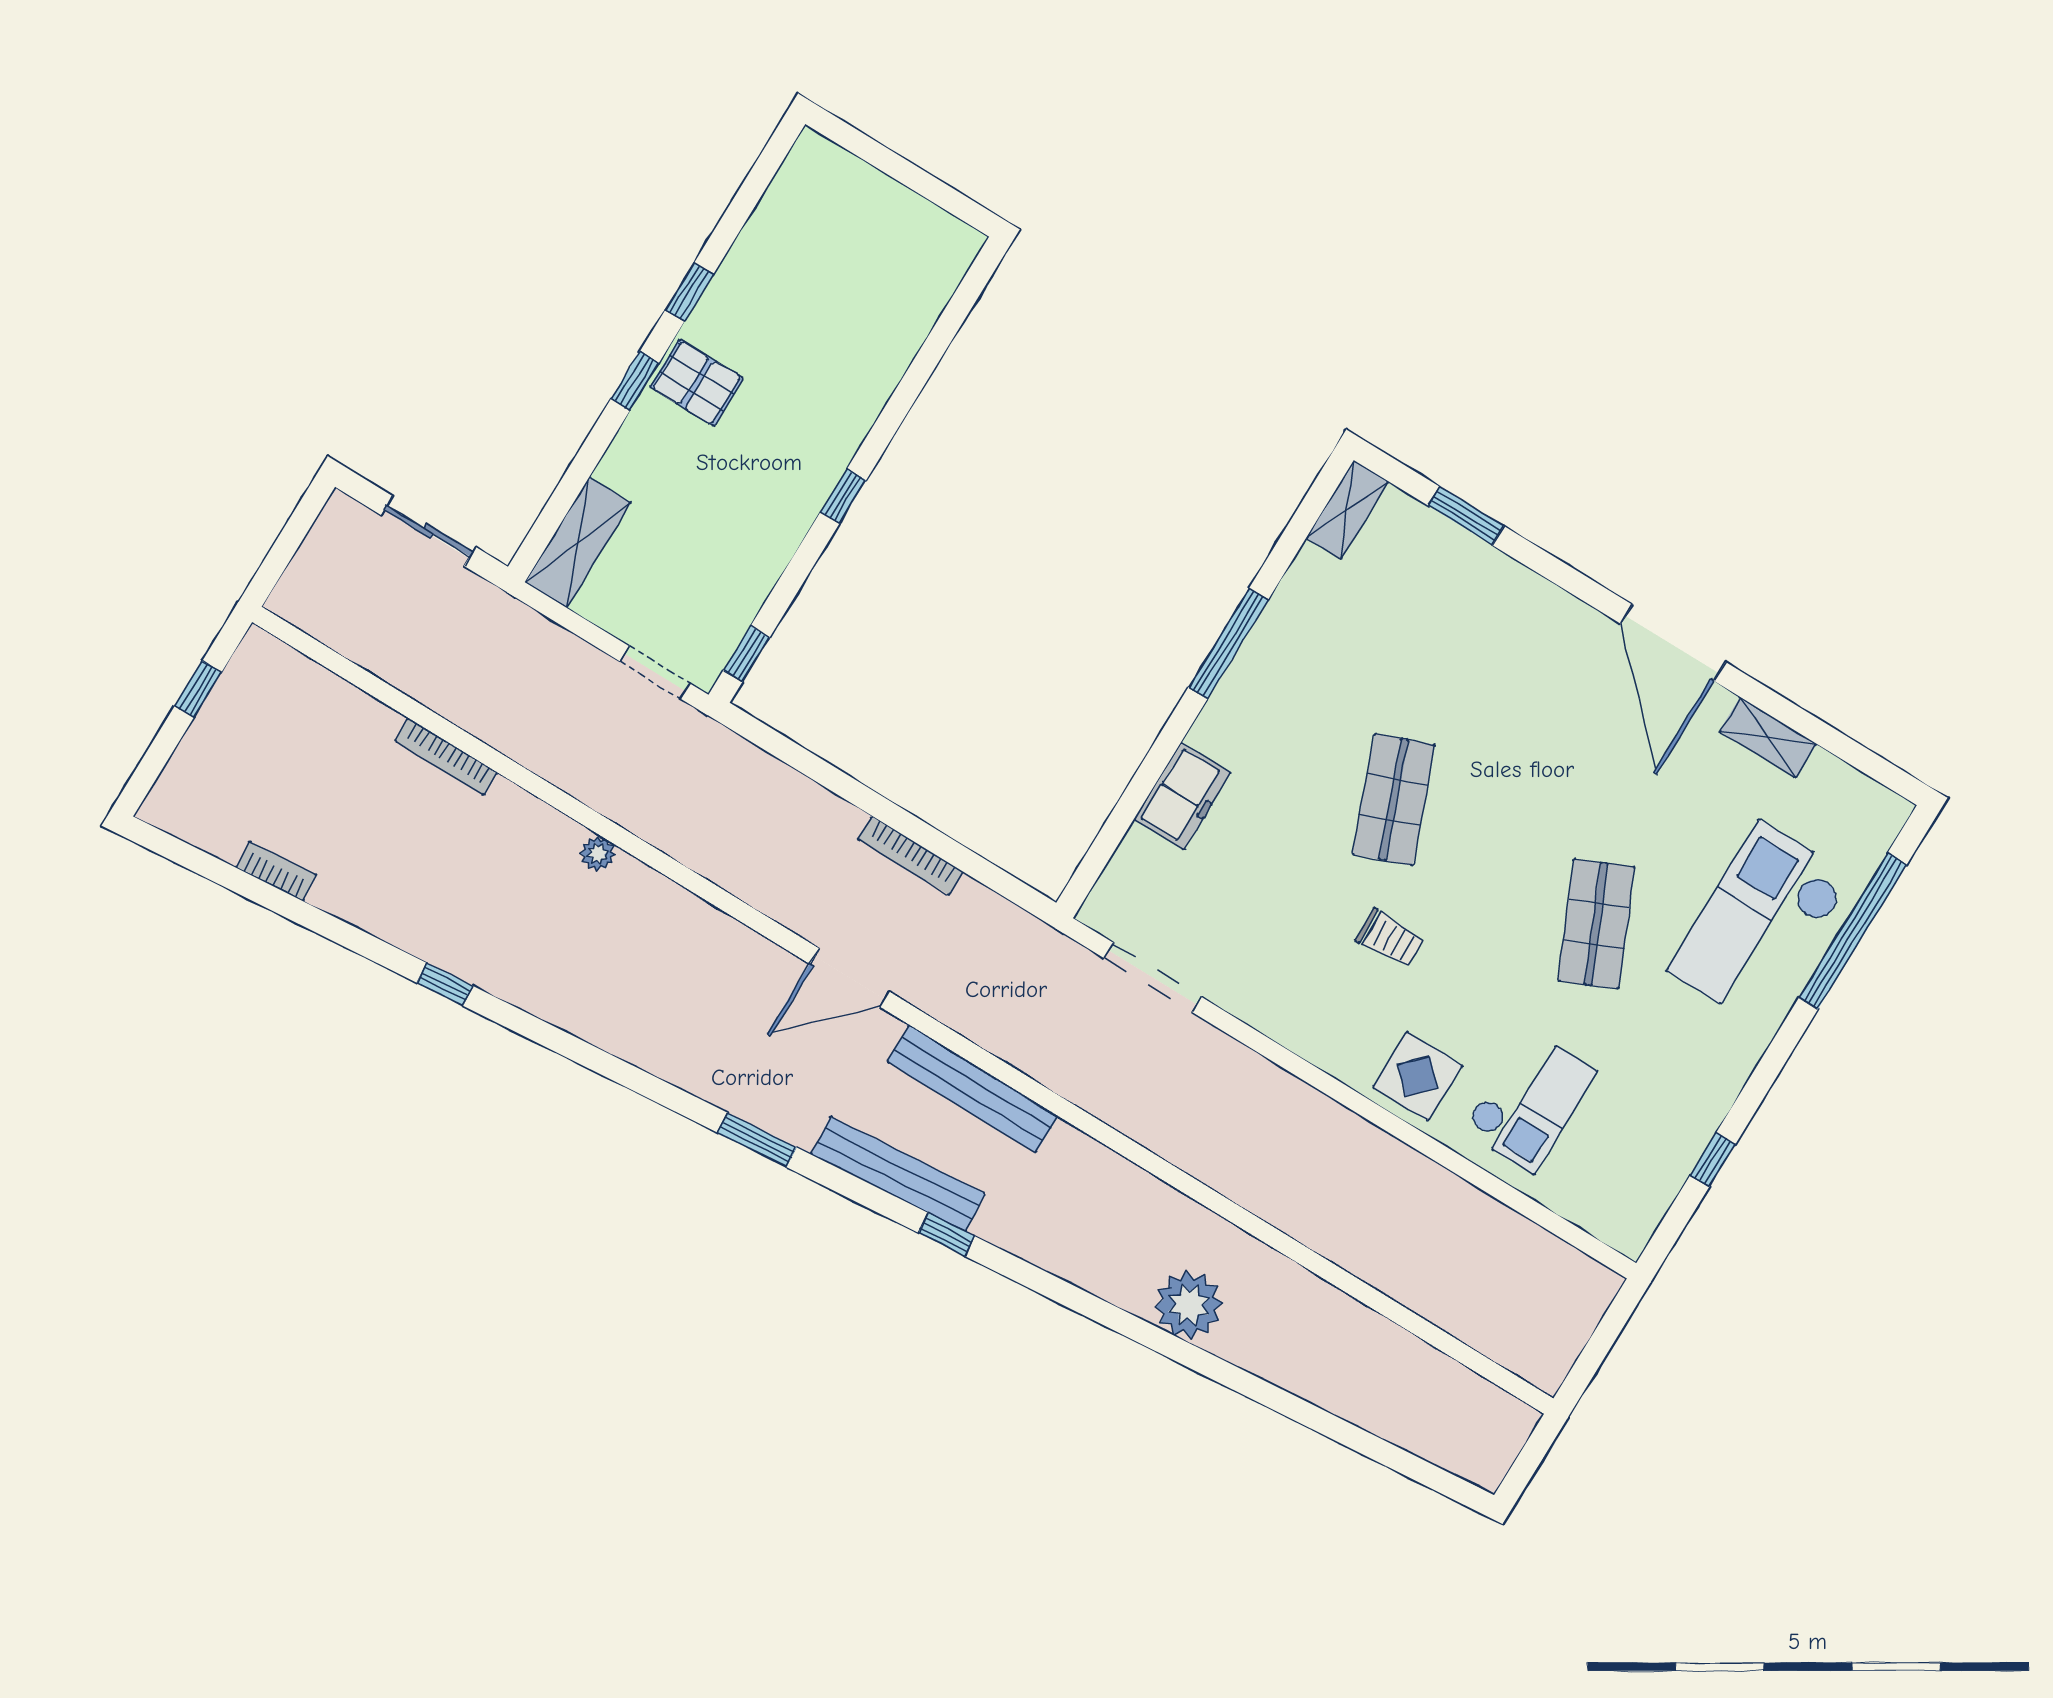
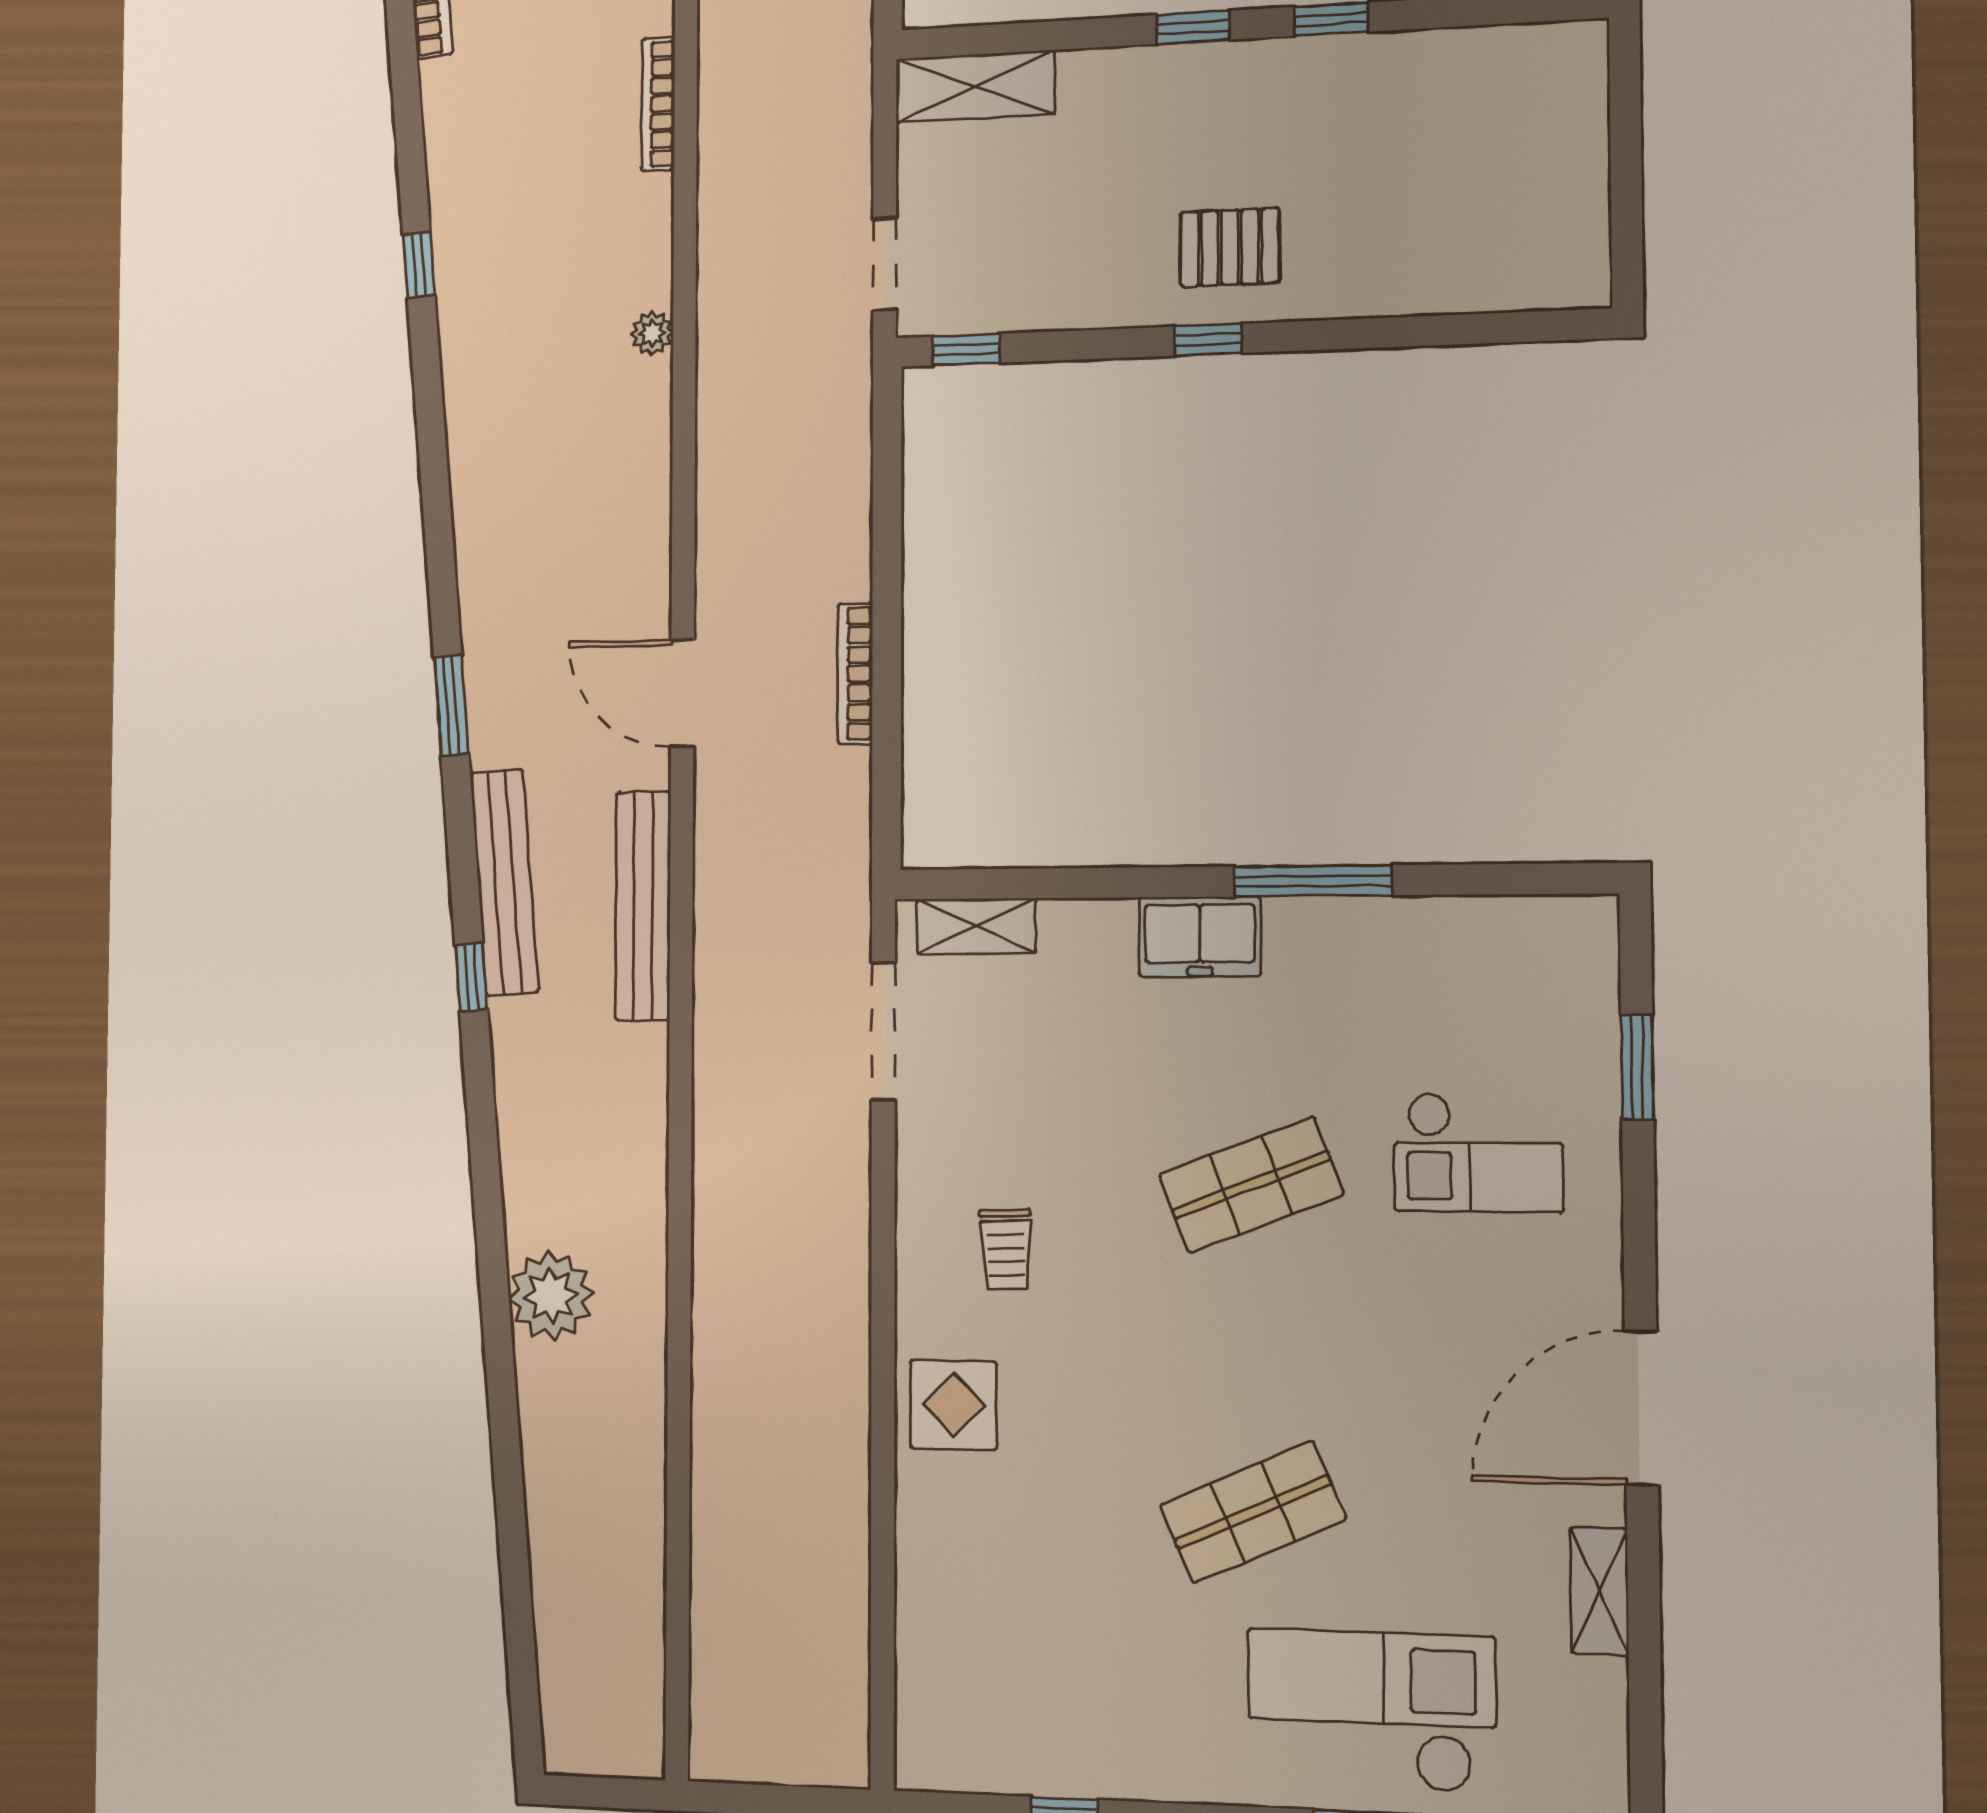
pallet: (697, 383) -> (1230, 247), moved, turned 90
shelving: (1347, 510) -> (976, 926), moved
freezer: (1182, 796) -> (1200, 937), moved
trolley: (1390, 938) -> (1006, 1249), moved
checkout: (1529, 1101) -> (1478, 1152), moved

